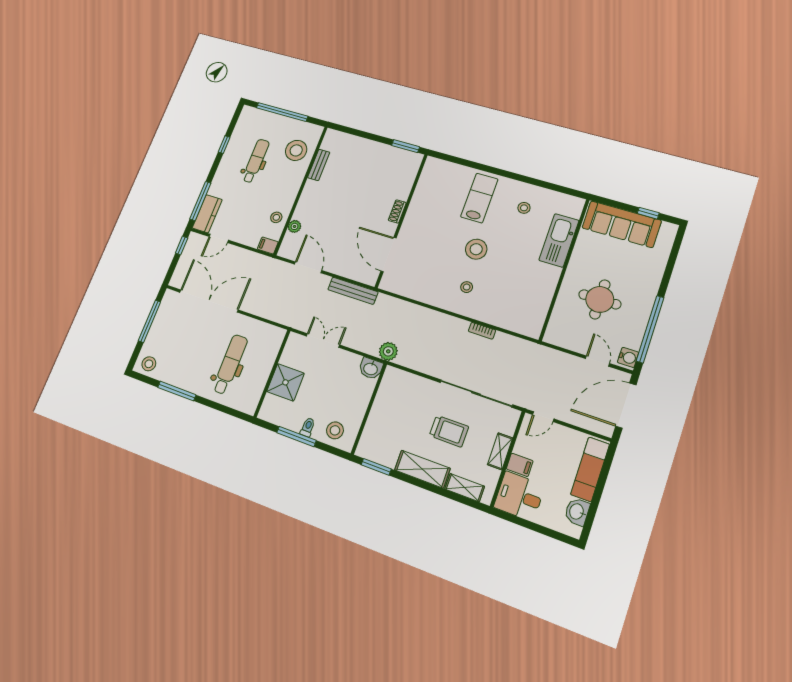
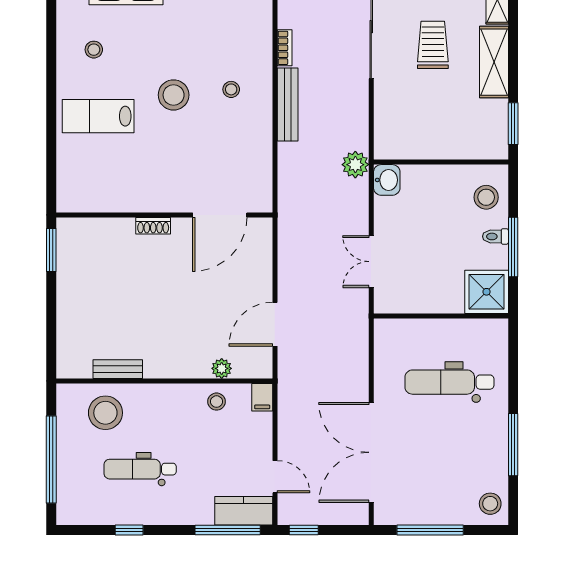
bench: (353, 291) -> (288, 104), moved
shower: (285, 382) -> (487, 292), moved

